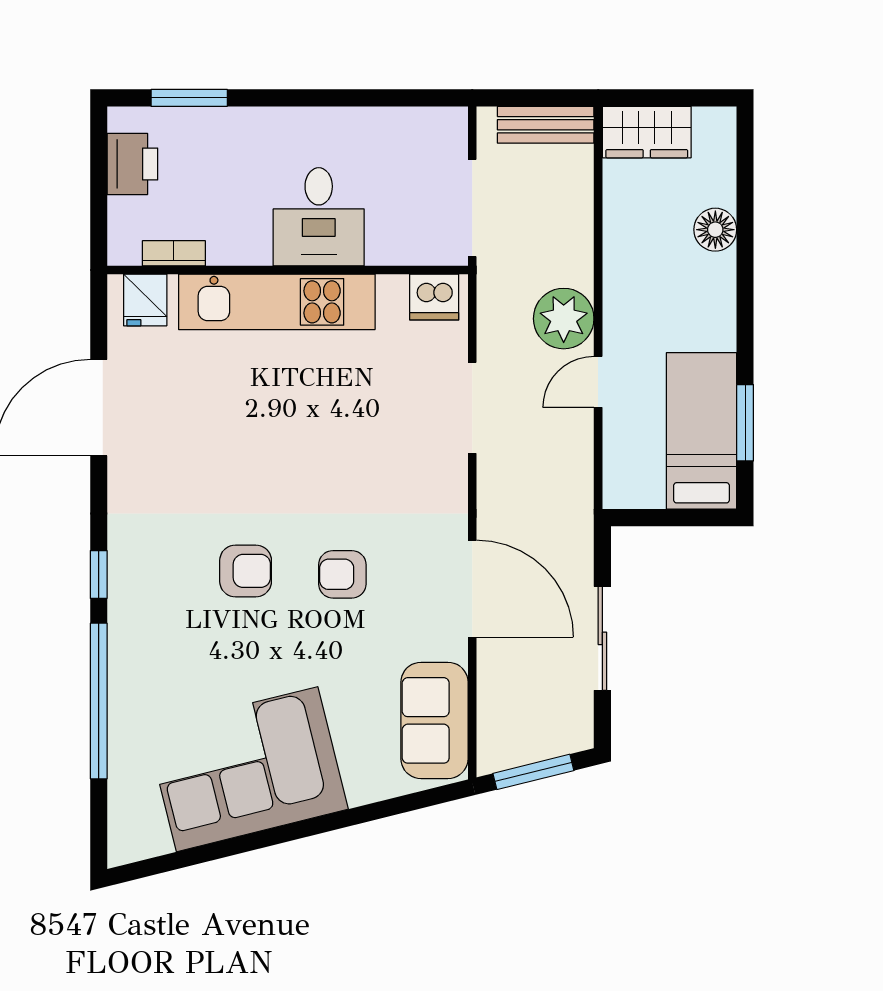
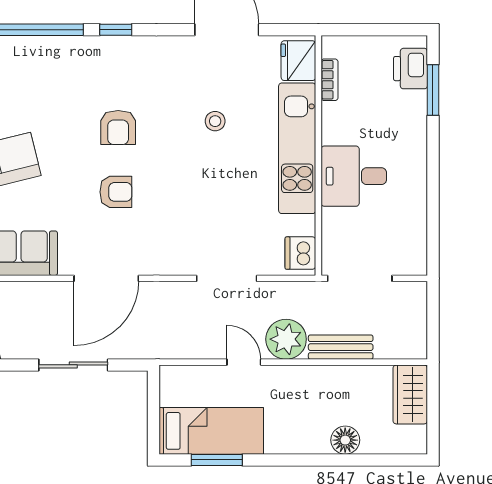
bench: (546, 125) -> (341, 347), moved, turned 90
printer: (132, 164) -> (411, 69), moved, turned 90
fridge: (145, 300) -> (298, 61), width x1.38
stool: (236, 425) -> (215, 121), added
armchair: (342, 574) -> (116, 192), turned 90

